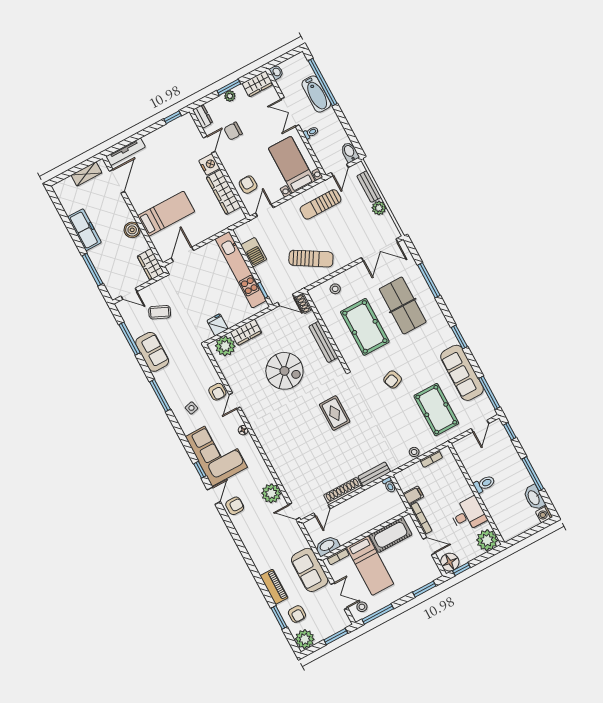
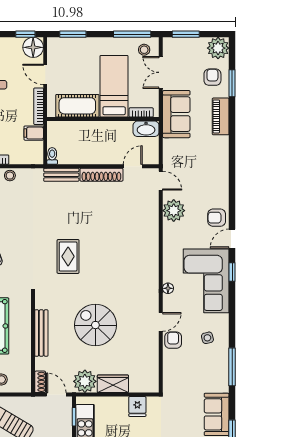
plant: (225, 346) -> (85, 381), moved

